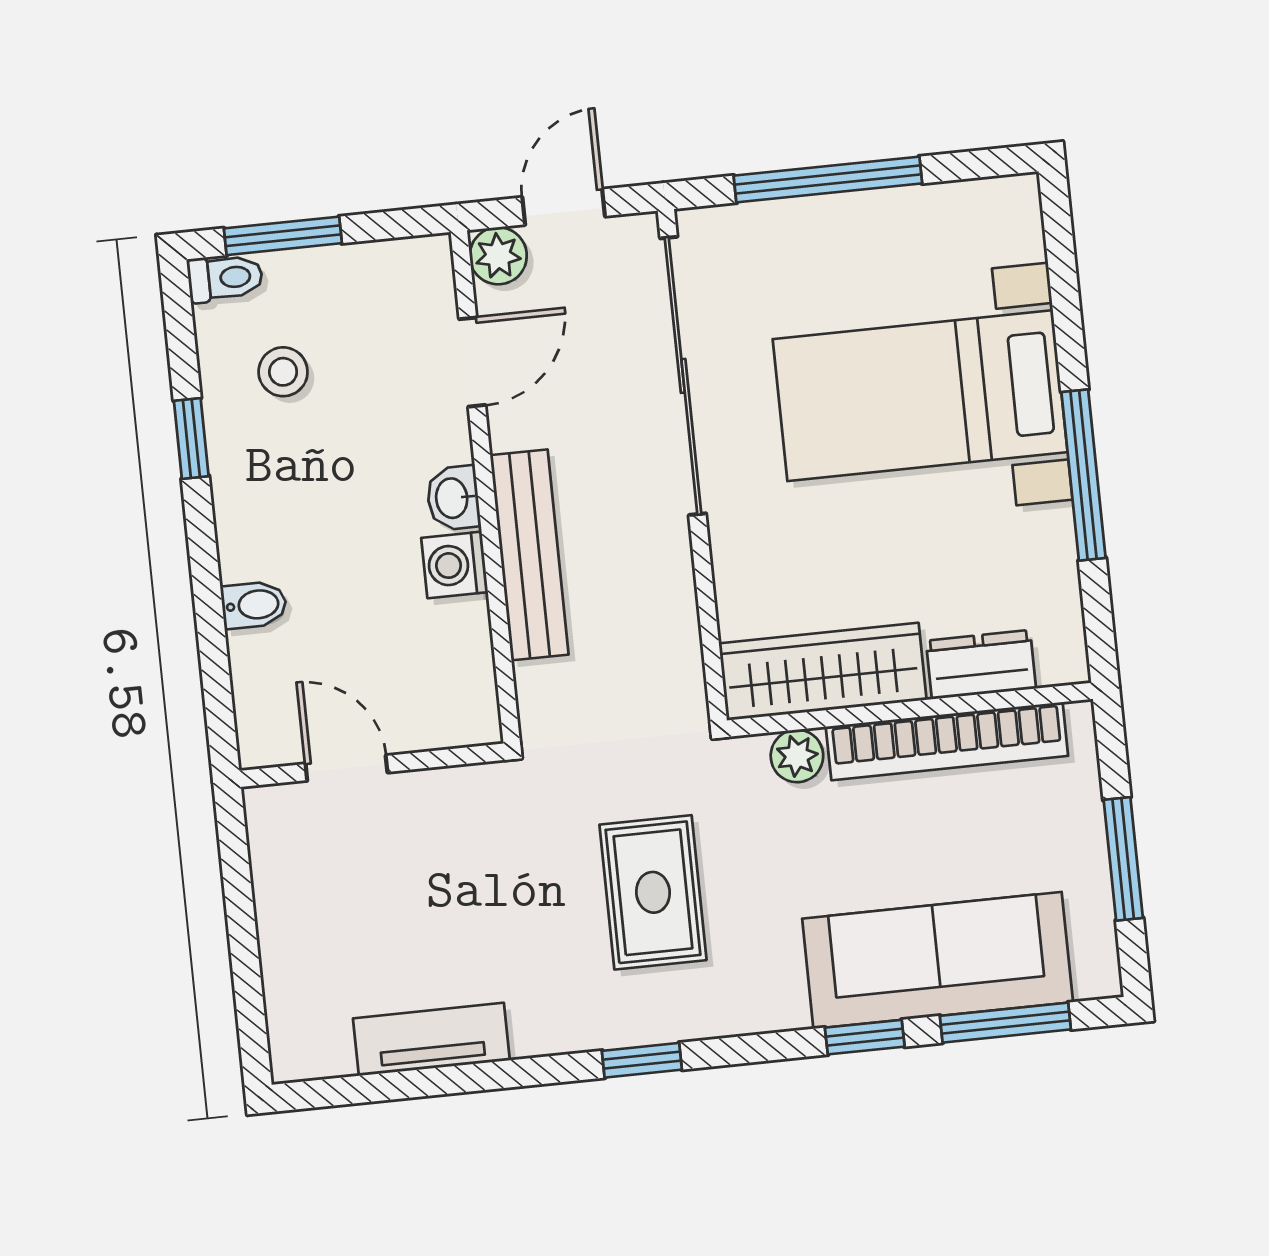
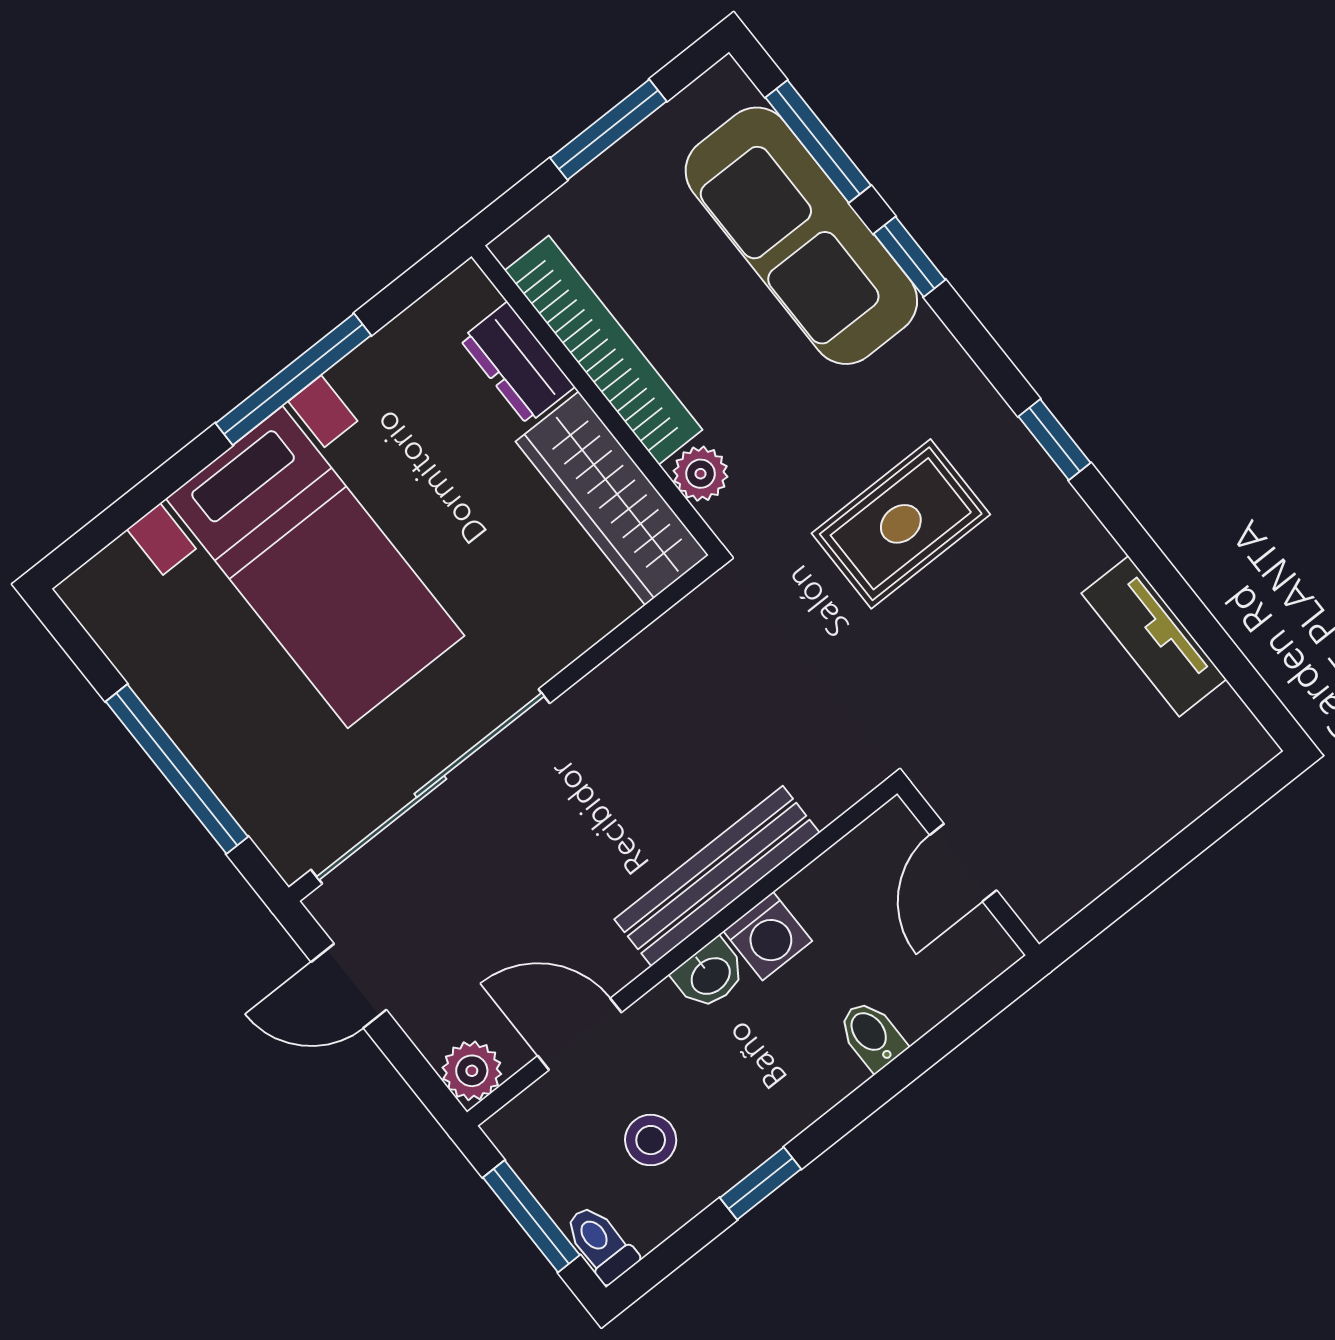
plant: (498, 256) -> (472, 1071), moved
door: (472, 362) -> (580, 1034), moved
wall: (485, 487) -> (682, 953), moved
washbasin: (453, 498) -> (710, 975), moved
bench: (529, 555) -> (717, 876), moved
washing machine: (455, 565) -> (768, 936), moved

